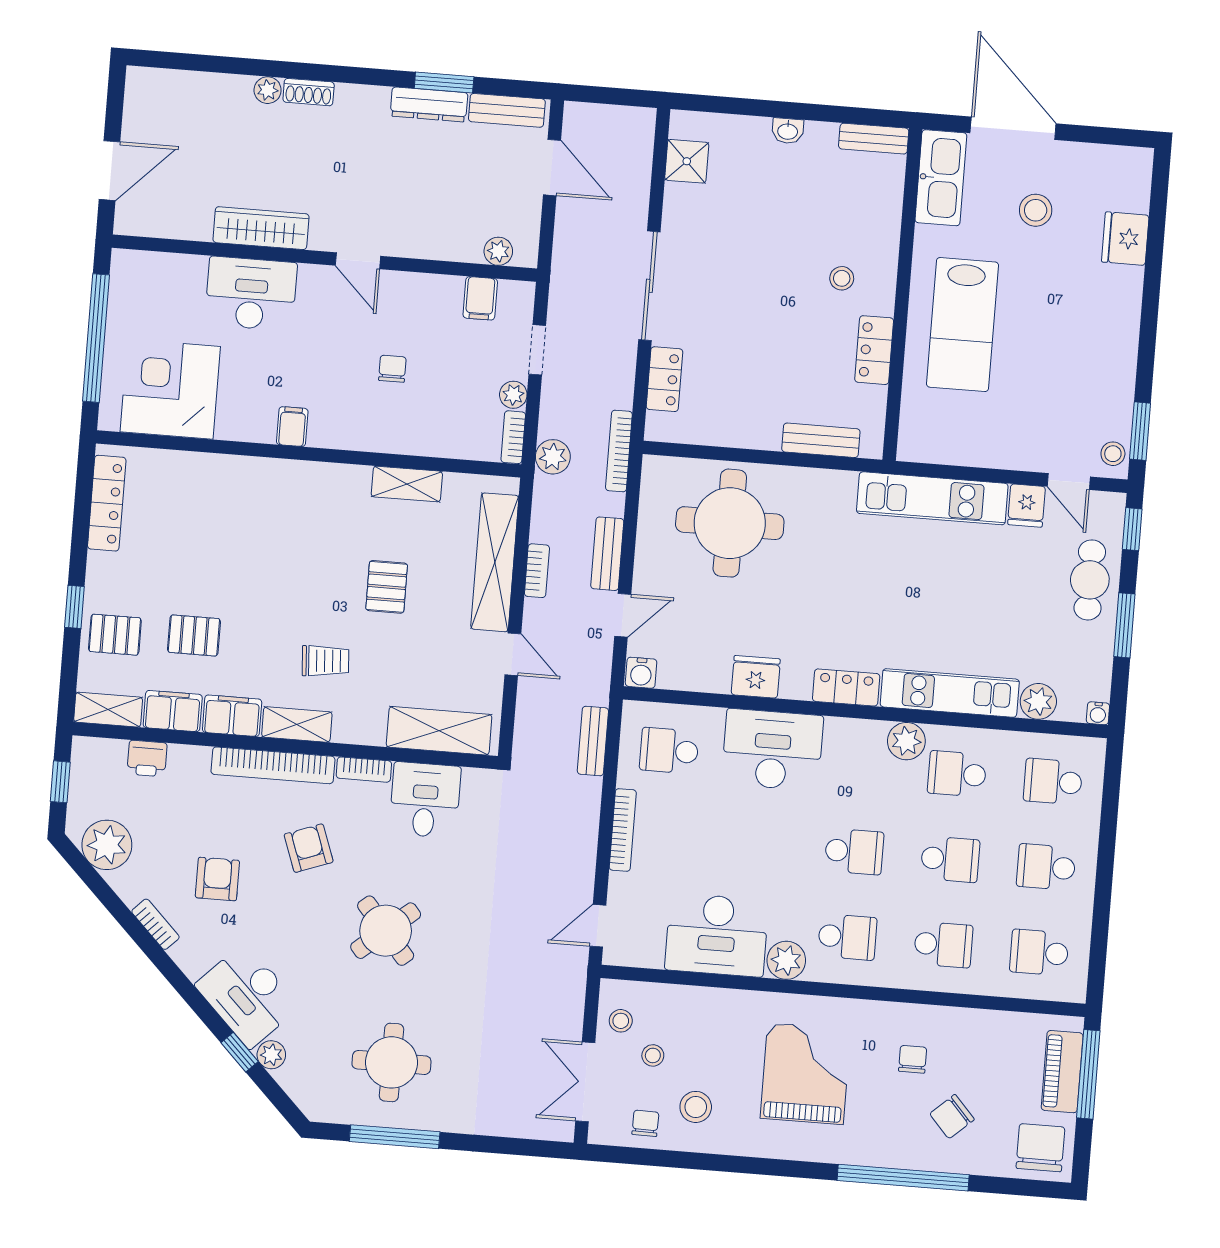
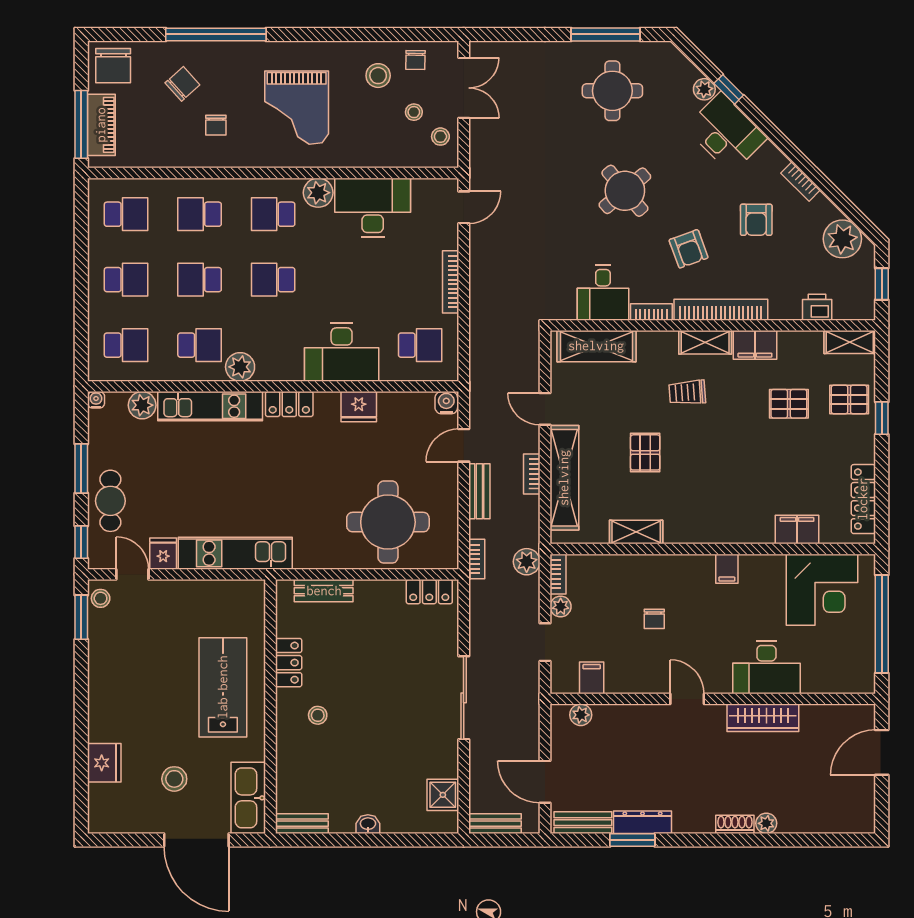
locker: (664, 379) -> (429, 592), moved, turned -90
bookcase: (619, 451) -> (477, 559), width x0.64
filing cabinet: (173, 711) -> (797, 530), moved, turned 180
bench: (593, 741) -> (495, 824), moved, turned 90

